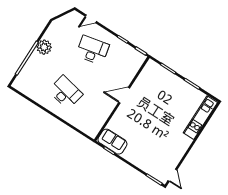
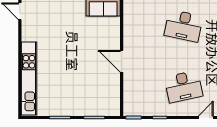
door: (124, 95) -> (122, 61), swing flipped
kitchen unit: (200, 118) -> (29, 79), width x1.36

